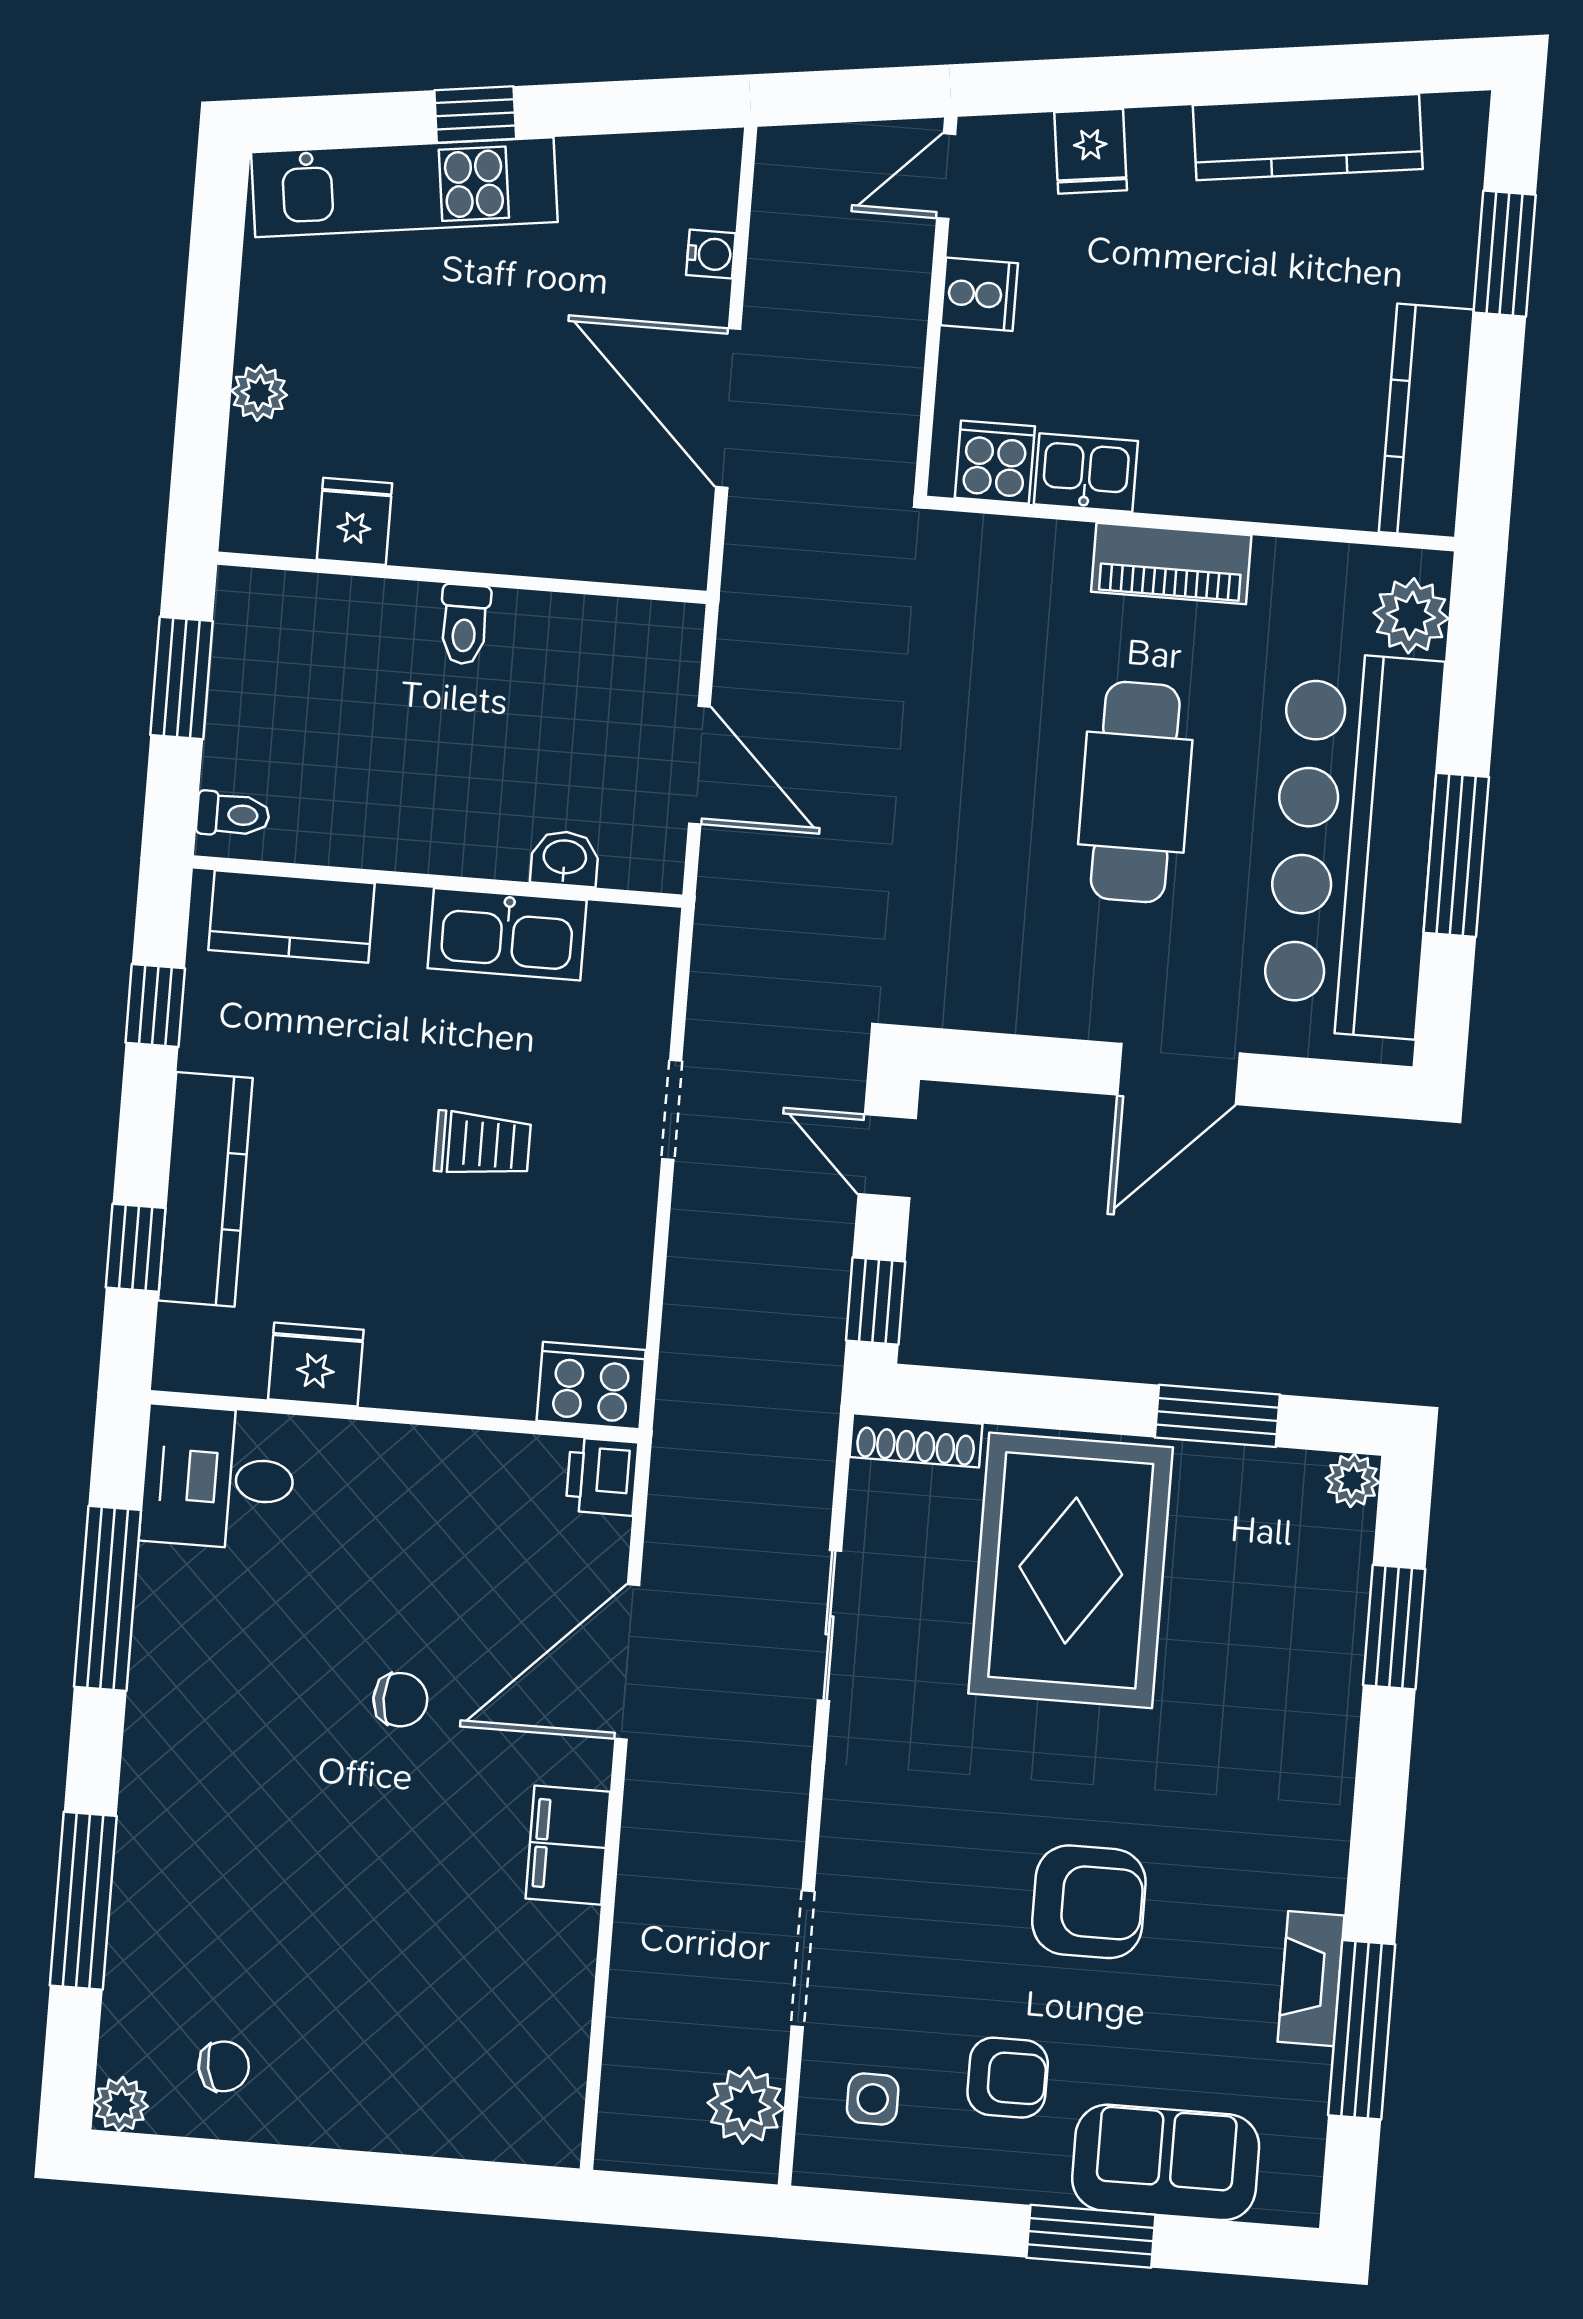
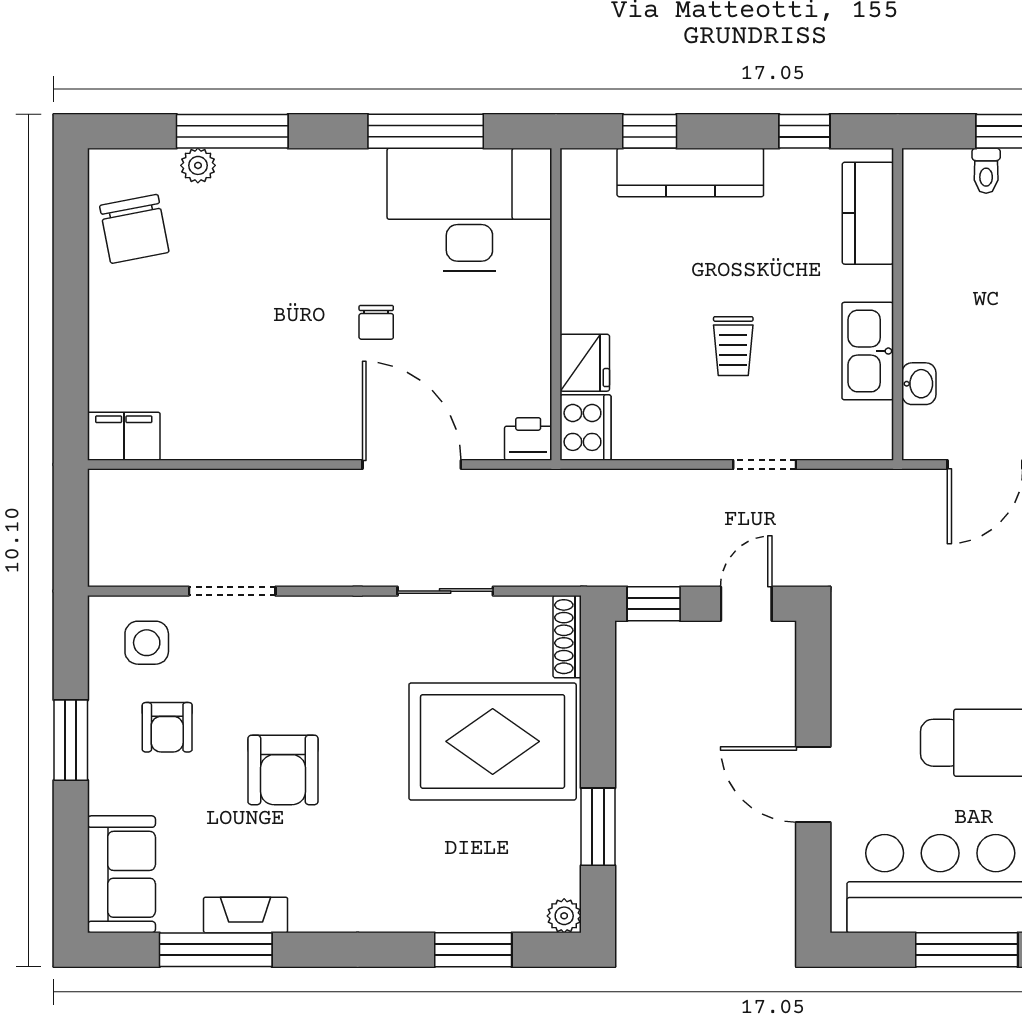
toilet: (233, 814) -> (986, 171), moved
fridge: (316, 1365) -> (585, 363), moved
desk: (218, 1478) -> (469, 210), width x1.87, depth x1.30
filing cabinet: (568, 1845) -> (124, 436), moved
chair: (224, 2066) -> (134, 229), width x1.87, depth x1.87
side table: (873, 2099) -> (147, 643), width x1.37, depth x1.37
plant: (121, 2104) -> (198, 165), moved
plant: (746, 2106) -> (136, 562), removed
sofa: (1166, 2162) -> (121, 874), moved
window: (1091, 2236) -> (71, 740), moved

